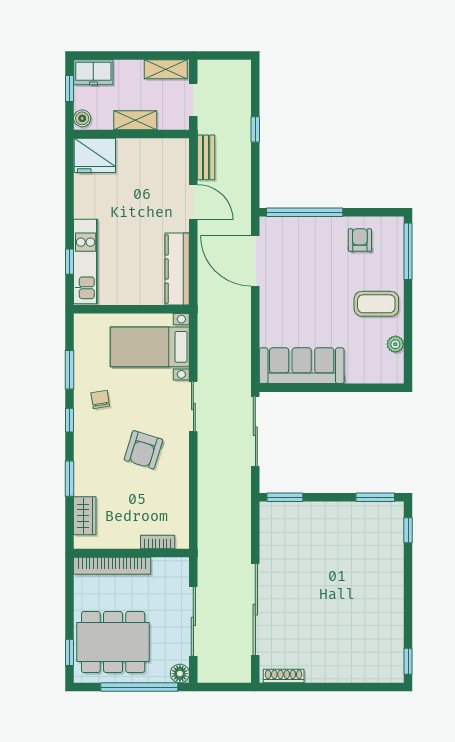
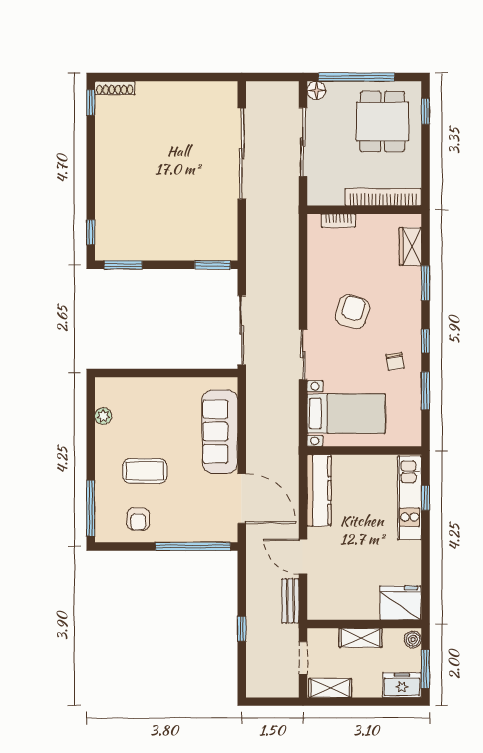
window: (70, 89) -> (425, 669), width x1.50
coffee table: (376, 304) -> (145, 471), moved
sofa: (302, 366) -> (220, 432), moved, turned 90
dining table: (113, 642) -> (382, 122), width x0.73
shoe rack: (284, 676) -> (115, 88), moved

